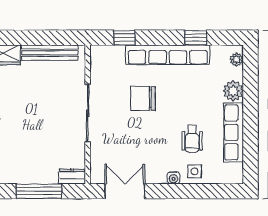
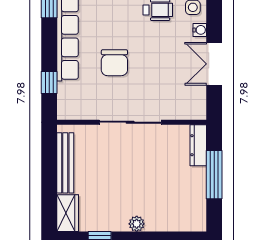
dresser: (72, 176) -> (198, 145), width x1.44
double door: (125, 191) -> (214, 64), moved

